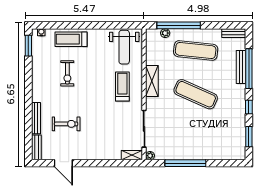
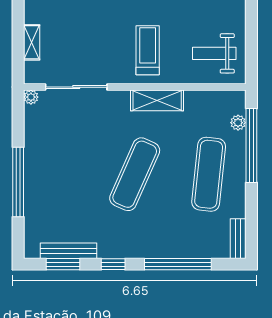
weight bench: (124, 47) -> (214, 53), width x0.73, depth x0.75
bench: (241, 67) -> (69, 251), moved
treadmill: (122, 87) -> (148, 50), turned -90
shelving: (132, 155) -> (32, 42), moved
window: (185, 163) -> (18, 182), moved

